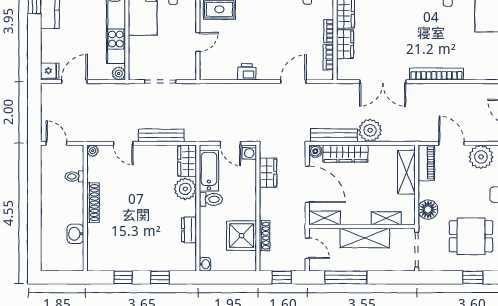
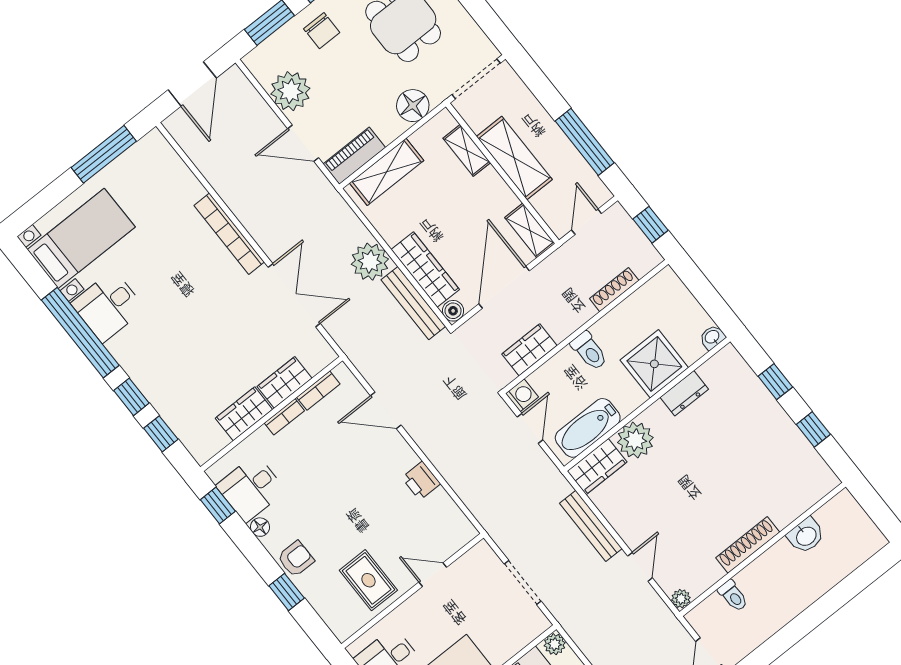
door: (451, 143) -> (303, 143), hinge flipped
toilet: (211, 199) -> (589, 351), moved, turned 180
shower: (242, 236) -> (654, 364), moved

